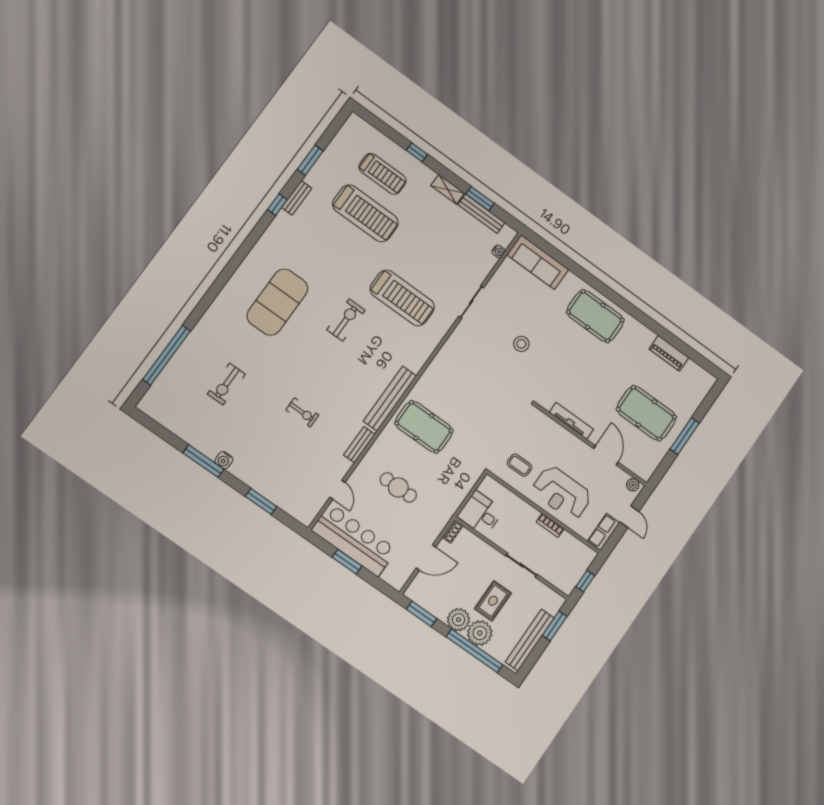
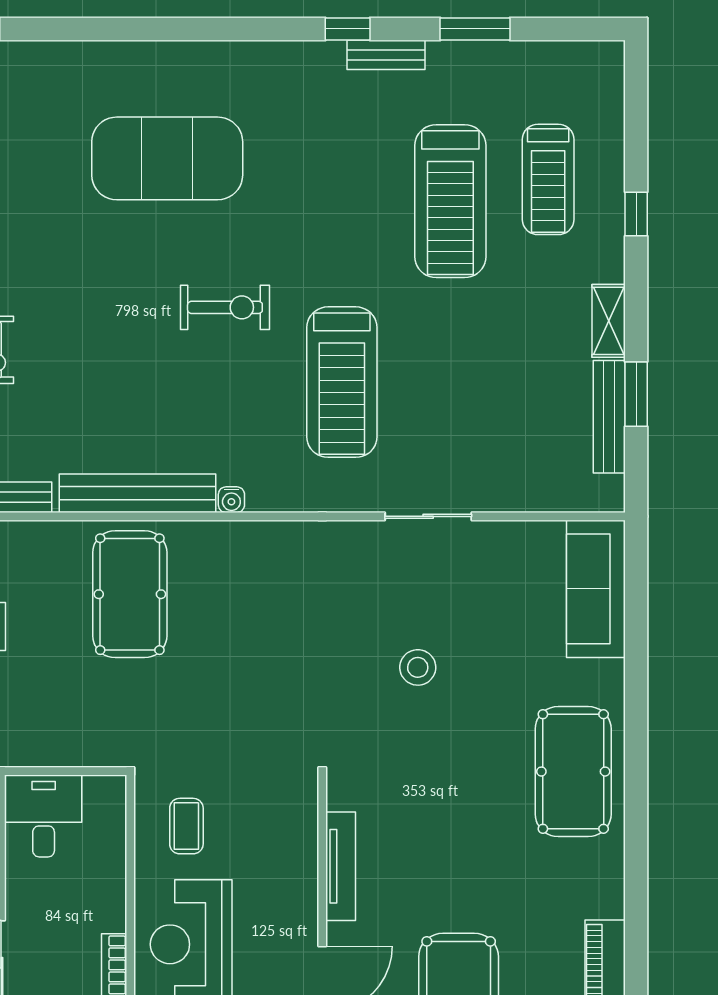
water cooler: (498, 251) -> (231, 500), moved

